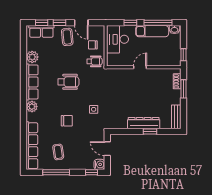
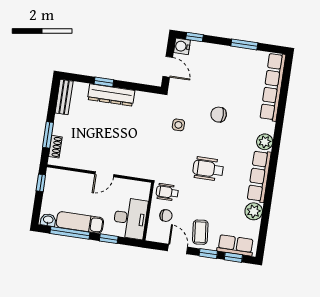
coffee table: (58, 152) -> (237, 72), removed
window: (56, 172) -> (244, 44), width x0.69

